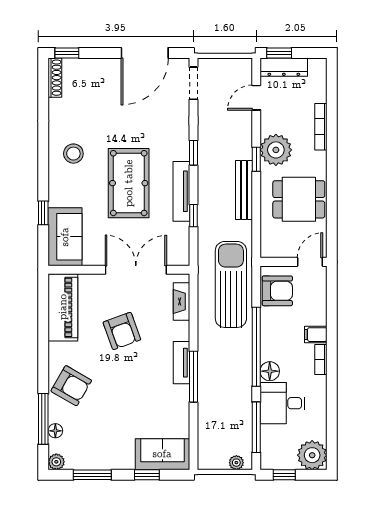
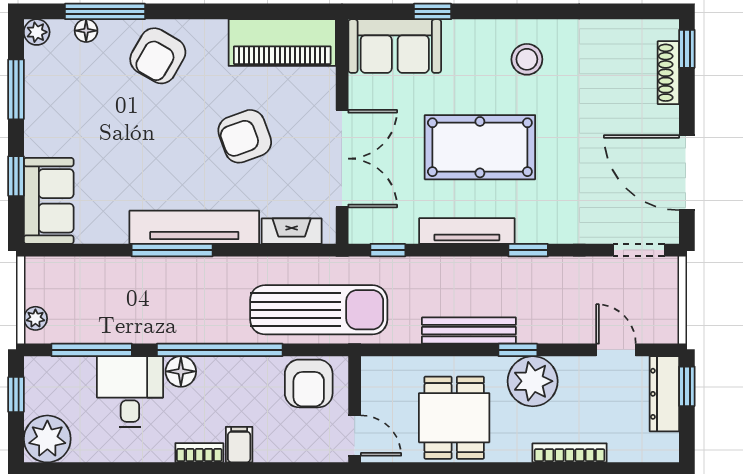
shoe rack: (55, 78) -> (668, 73), moved, turned 90
window: (193, 216) -> (388, 250), moved
tv unit: (181, 363) -> (194, 227), width x1.92, depth x1.29

